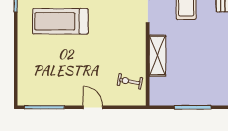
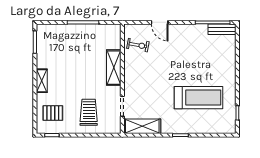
bench: (33, 99) -> (222, 29), added
door: (93, 107) -> (160, 22), moved

